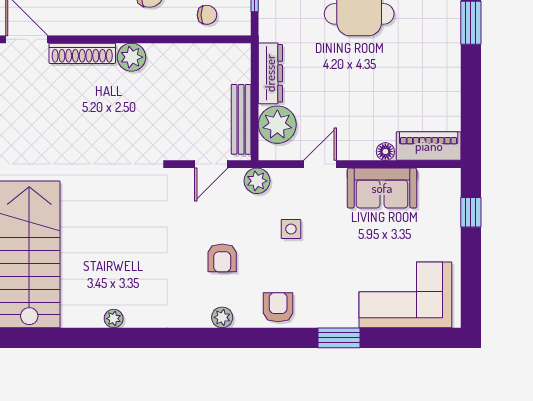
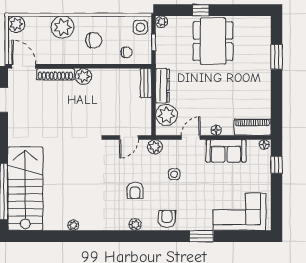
bench: (241, 119) -> (146, 83), moved, width x0.73
floor lamp: (385, 152) -> (216, 130), moved
floor lamp: (449, 177) -> (264, 144), added

